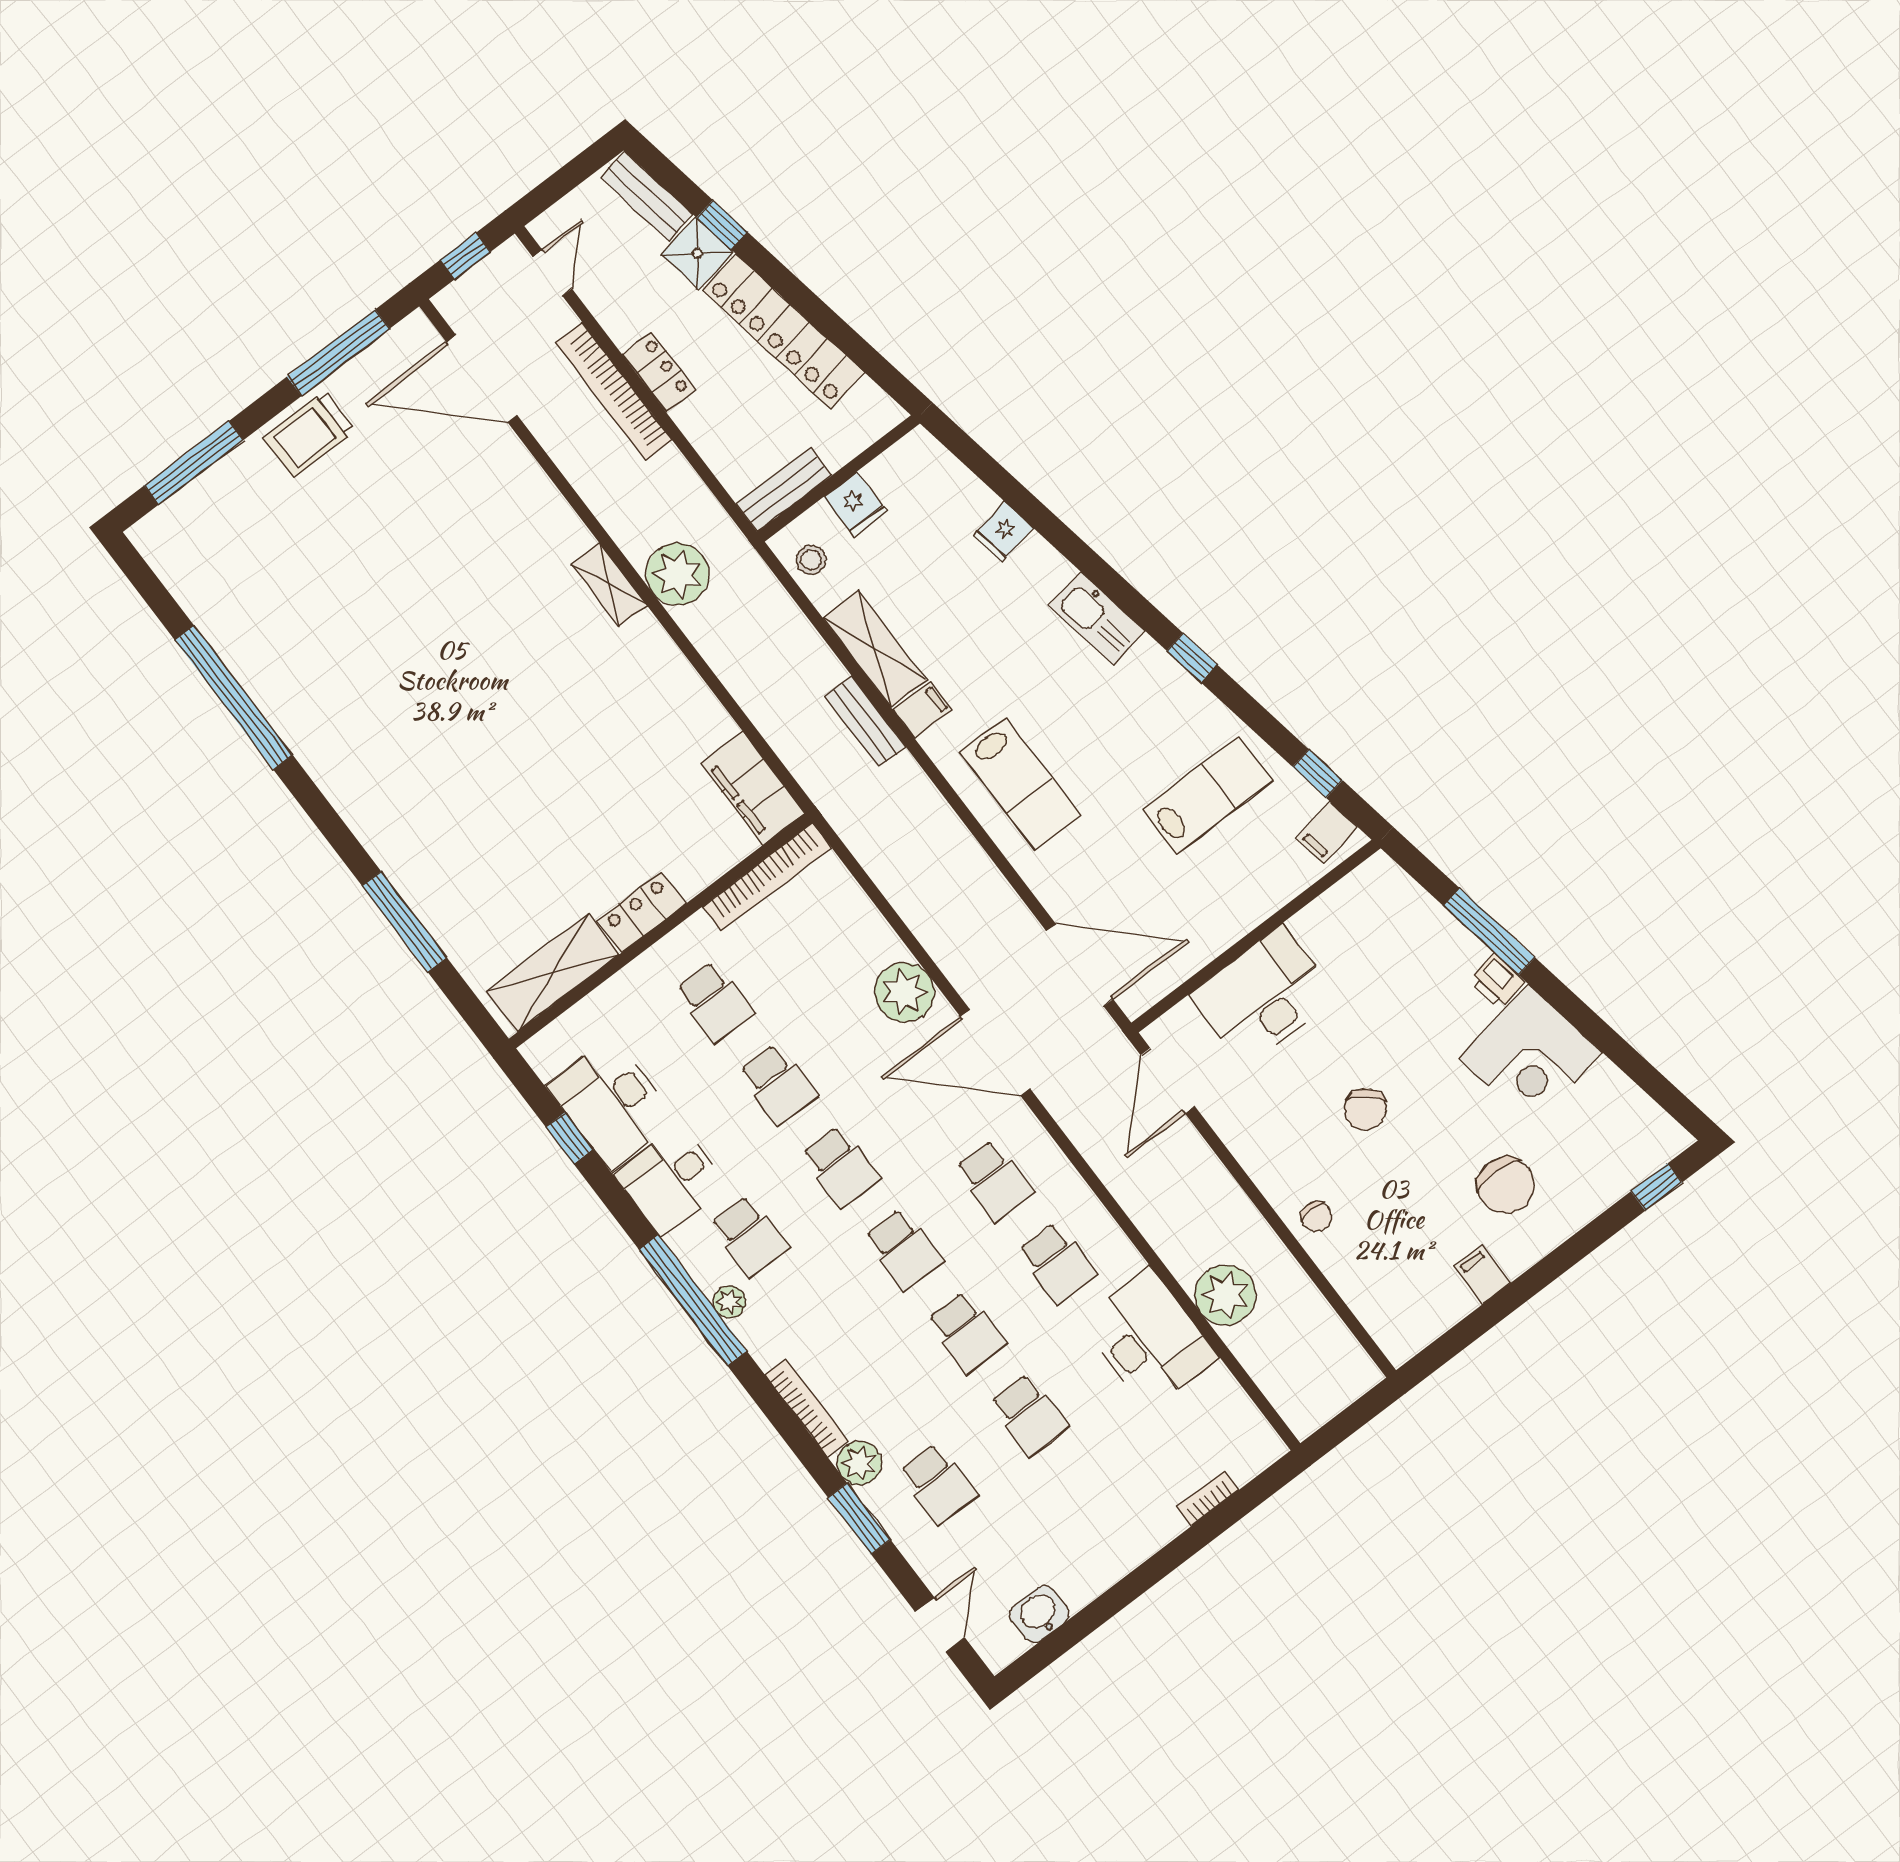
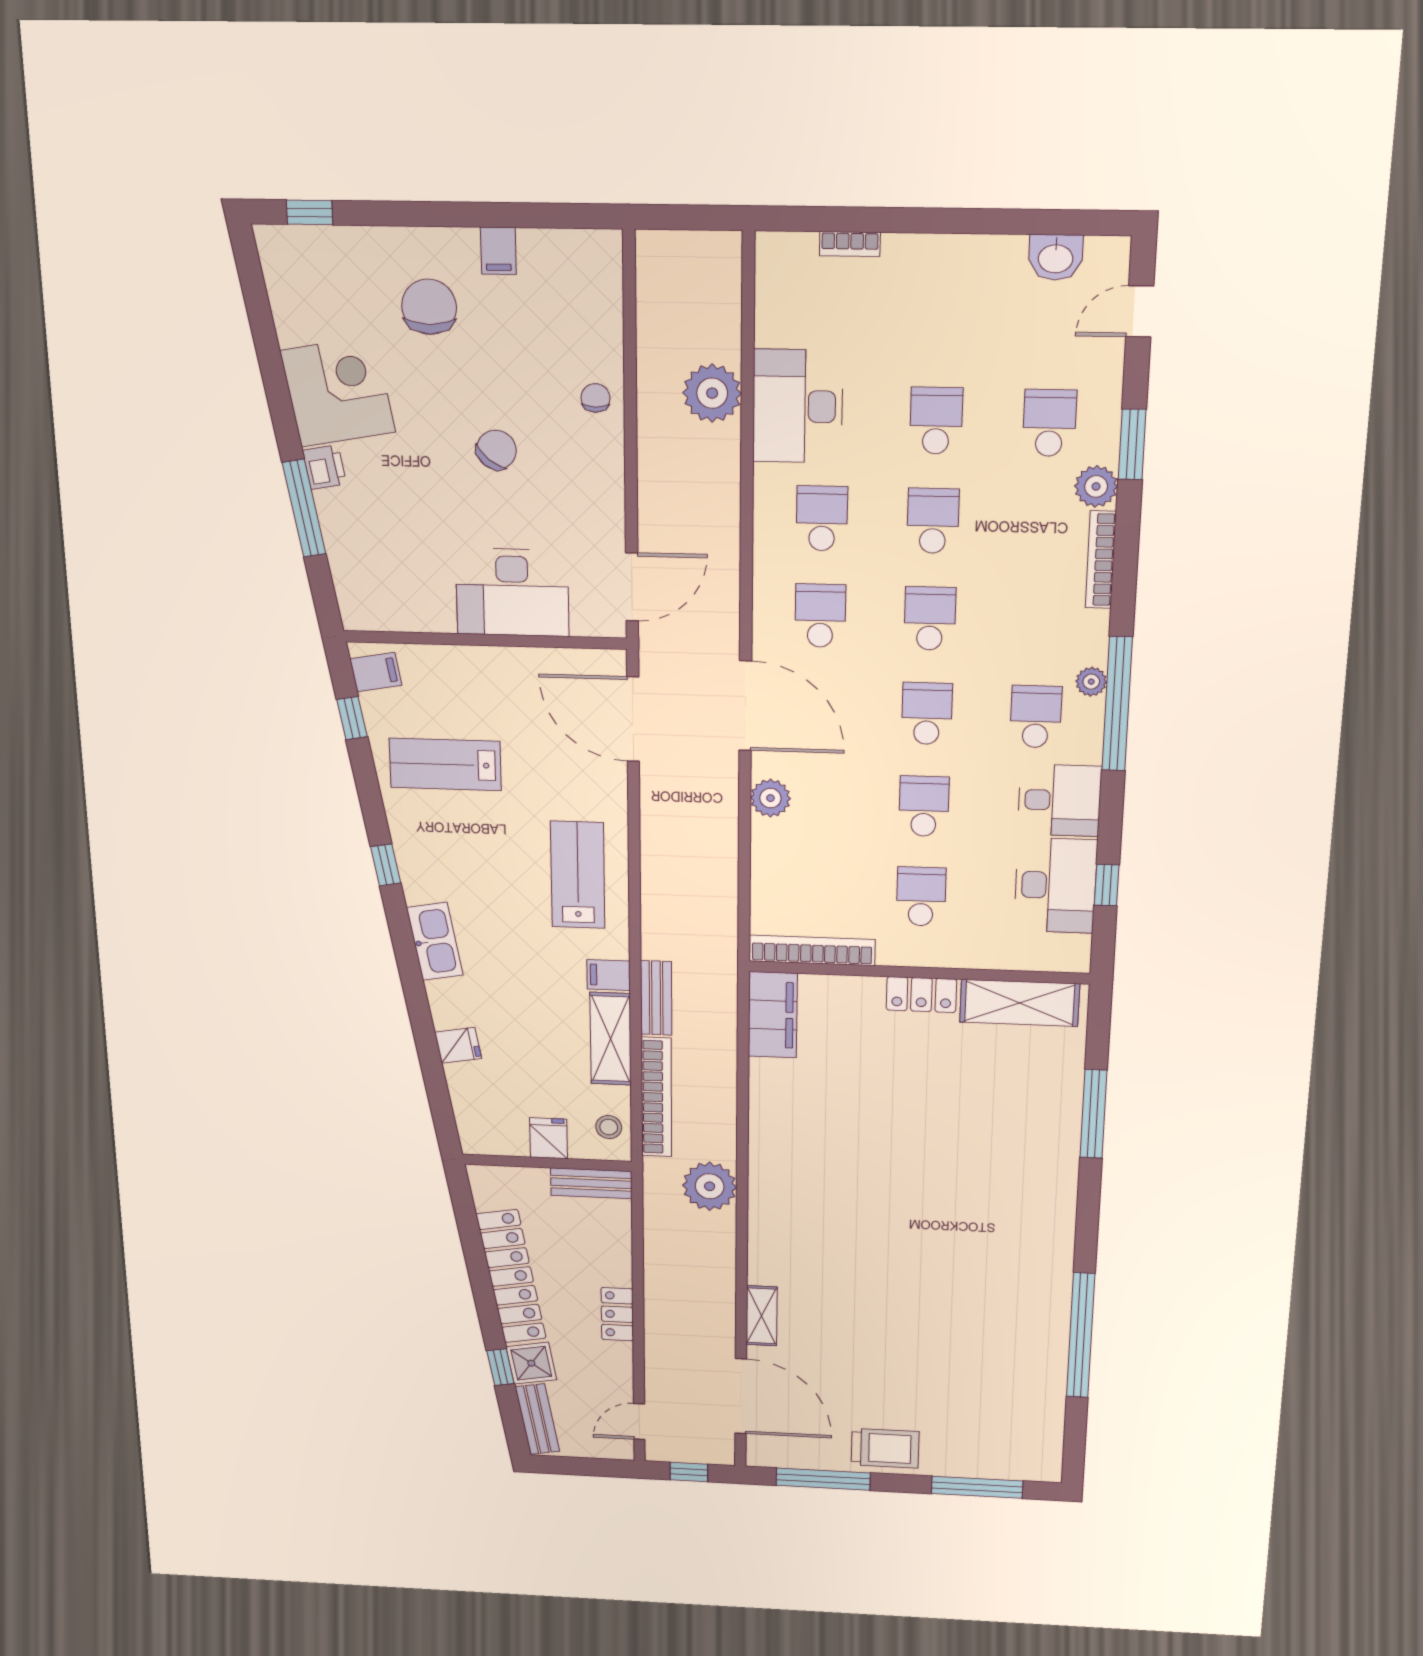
bookcase: (614, 391) -> (656, 1097), moved
shelving: (609, 584) -> (762, 1316), moved
plant: (905, 992) -> (770, 798), width x0.73, depth x0.73

